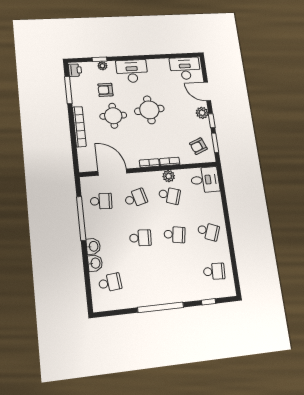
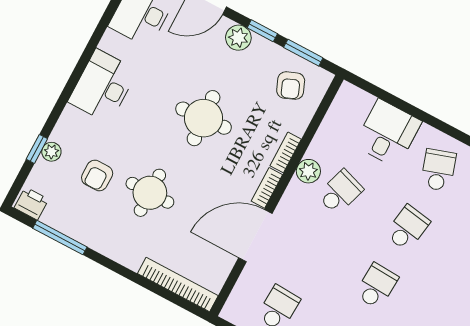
desk: (132, 71) -> (103, 86), moved
round table: (149, 110) -> (204, 118), moved
bookcase: (79, 127) -> (178, 285), moved
door: (112, 172) -> (255, 236), moved
desk: (205, 180) -> (388, 133), moved
school desk: (136, 198) -> (309, 250), removed
school desk: (208, 231) -> (438, 170), turned -39

